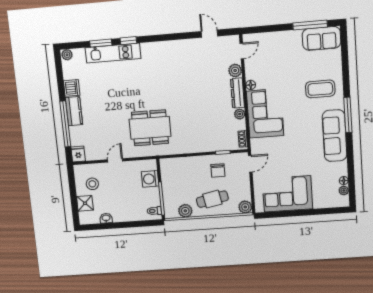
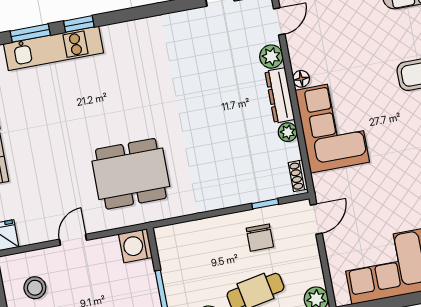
washing machine: (150, 179) -> (136, 246), moved

